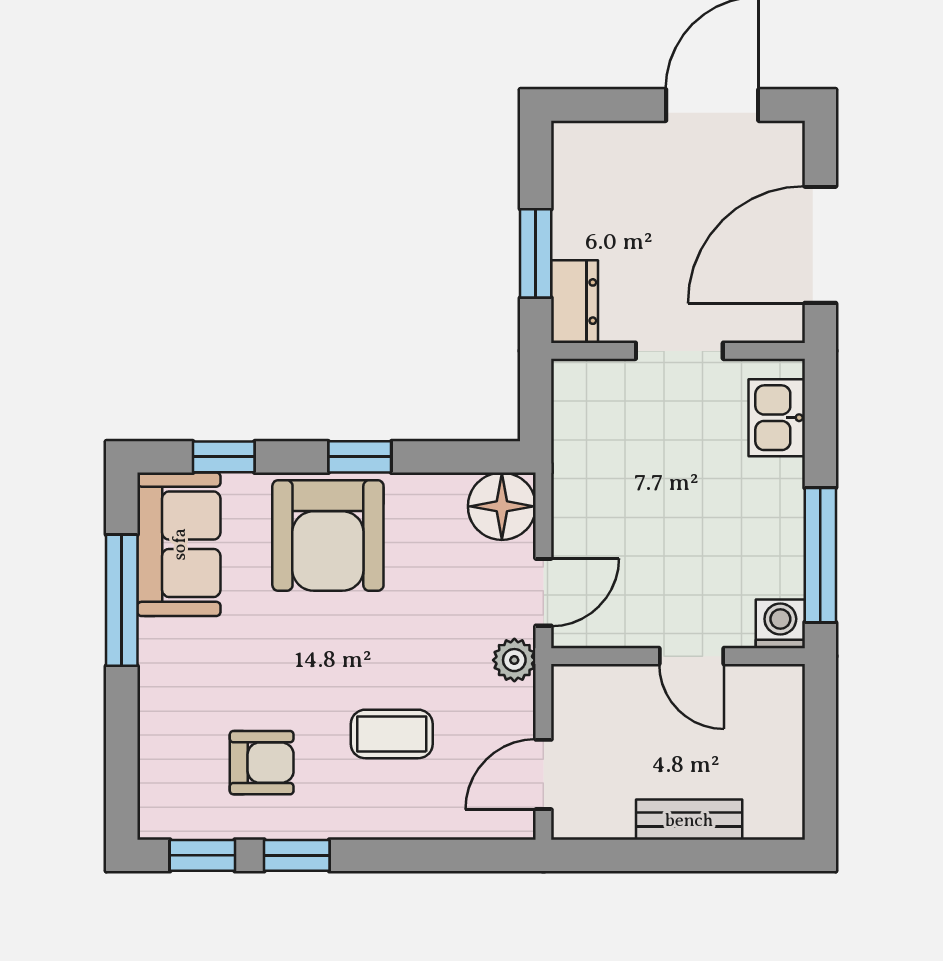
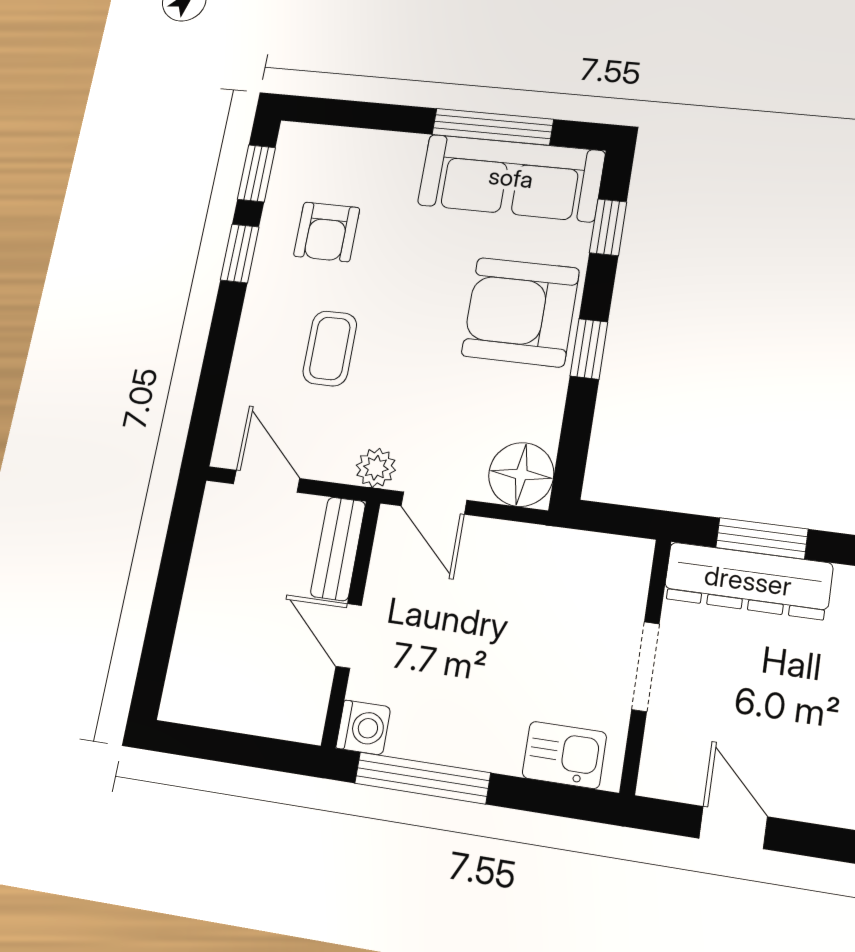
door: (820, 245) -> (733, 827), width x0.53
dresser: (575, 302) -> (748, 581), width x1.96, depth x1.24
sofa: (179, 544) -> (511, 178), width x1.36
door: (692, 656) -> (349, 636), hinge flipped
bench: (689, 820) -> (338, 549), moved

